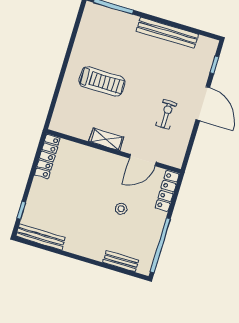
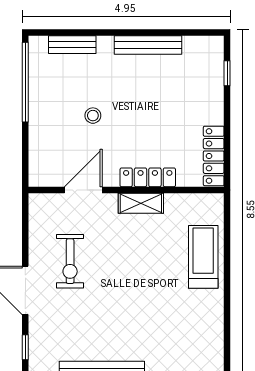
treadmill: (102, 81) -> (203, 257), moved, turned 90
exercise bike: (166, 114) -> (70, 261), width x1.38, depth x1.39
locker: (167, 191) -> (148, 177), moved, turned -90
bench: (40, 237) -> (148, 45), moved

